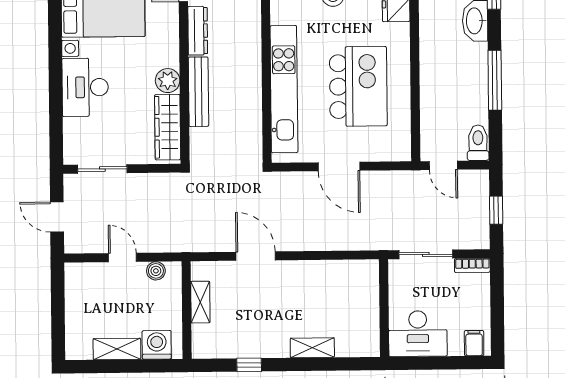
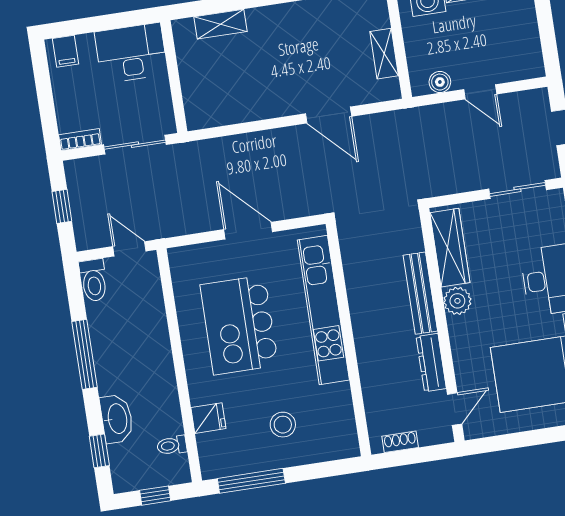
shelving: (312, 348) -> (221, 24), moved

